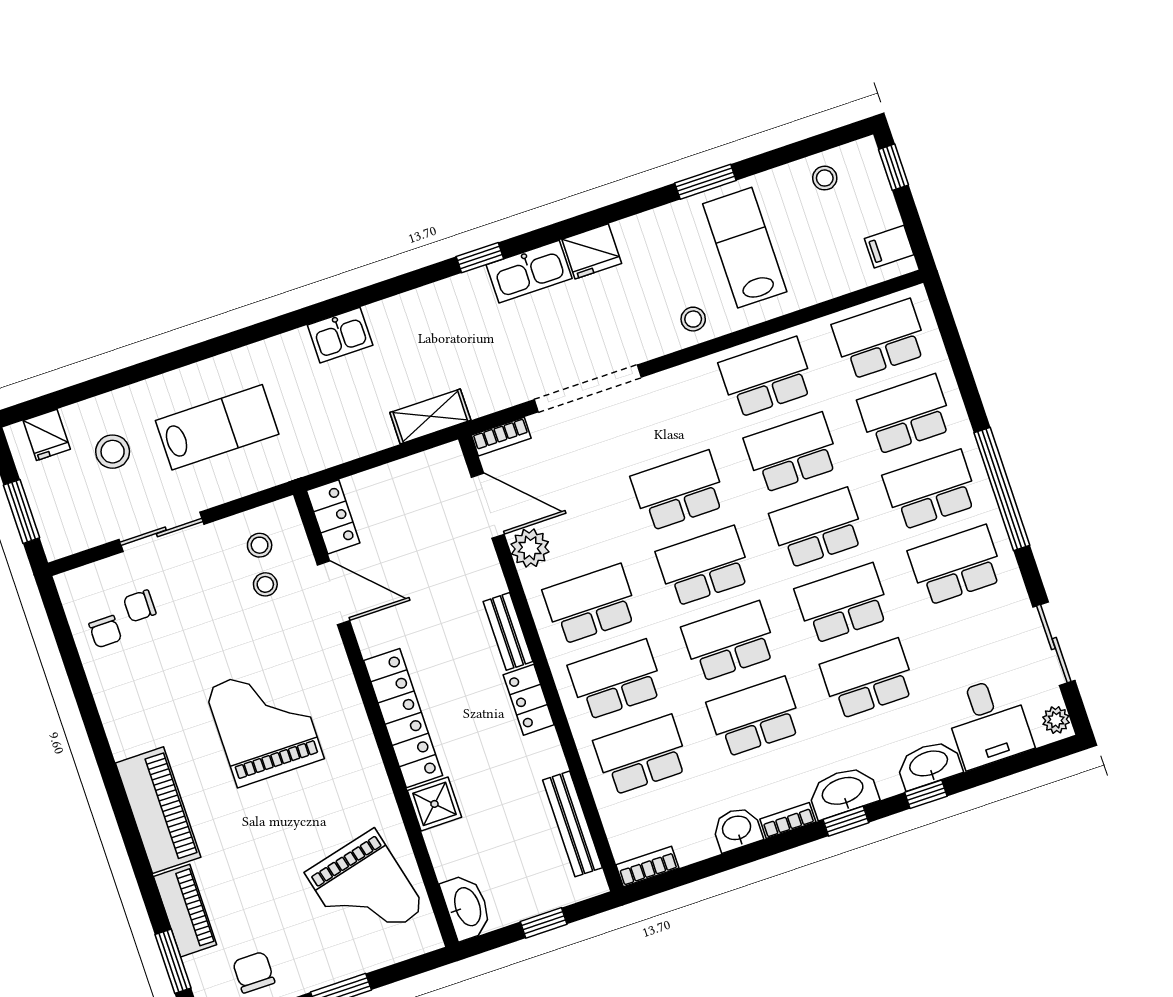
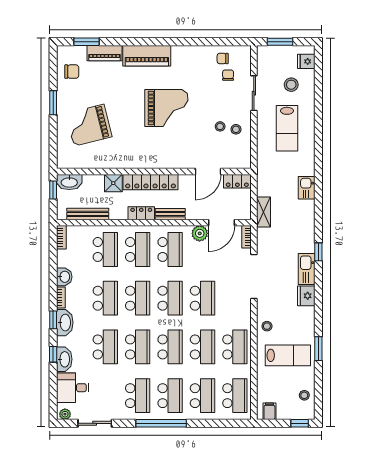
locker: (333, 517) -> (237, 181), moved
door: (333, 593) -> (208, 172), moved
locker: (403, 718) -> (151, 182), moved
wall: (376, 719) -> (154, 172), moved
shower: (434, 804) -> (113, 183), moved
washbasin: (467, 907) -> (69, 182), moved

